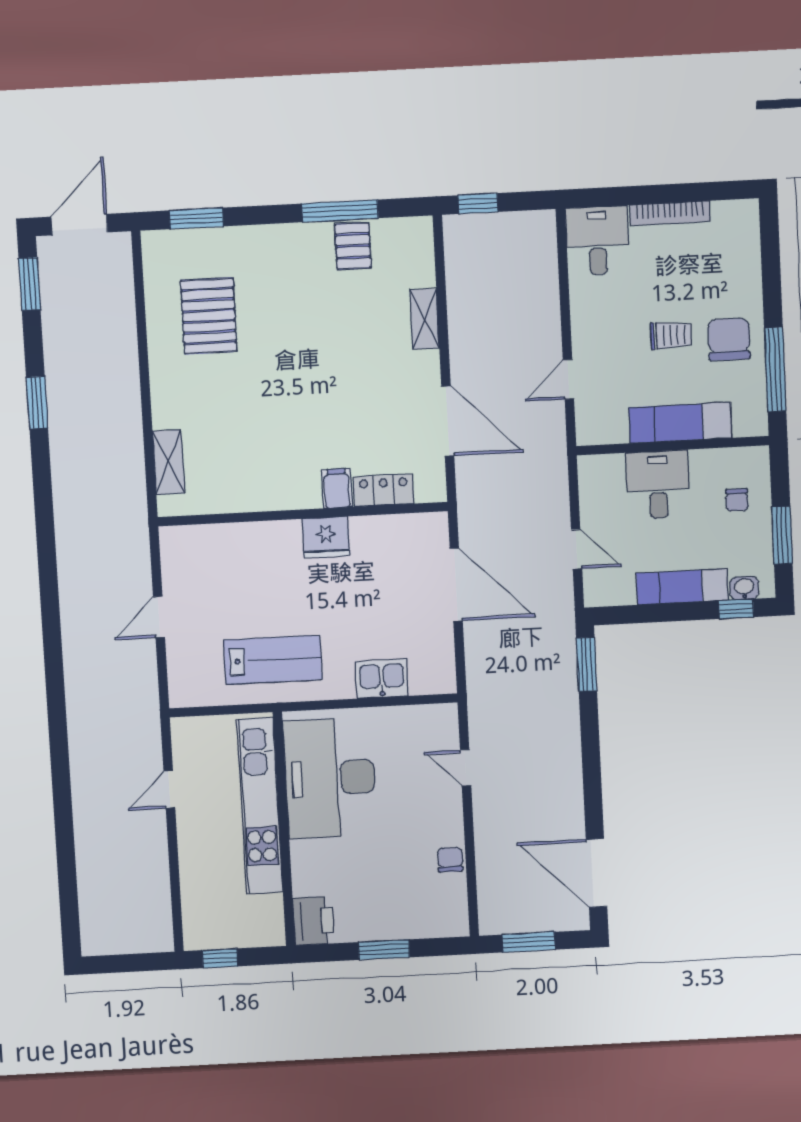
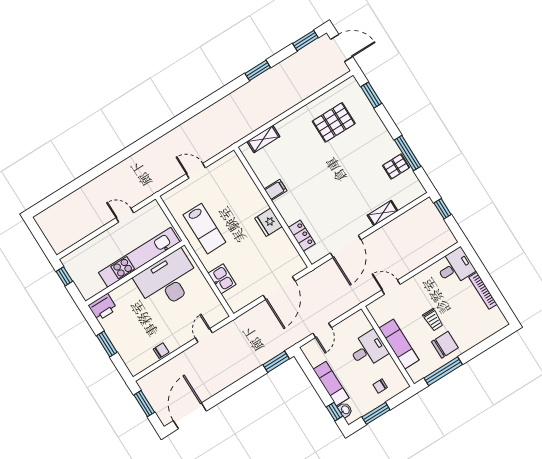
filing cabinet: (337, 488) -> (275, 190), moved

